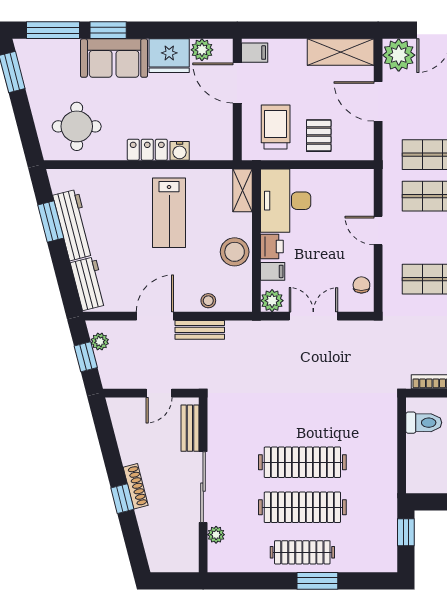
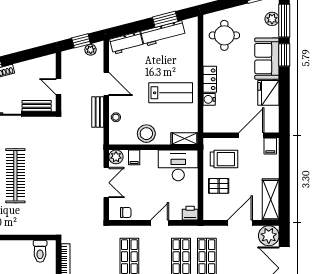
plant: (202, 50) -> (272, 19), moved
lab bench: (169, 213) -> (171, 93), turned 180
printer: (272, 246) -> (190, 213), moved, turned 180

